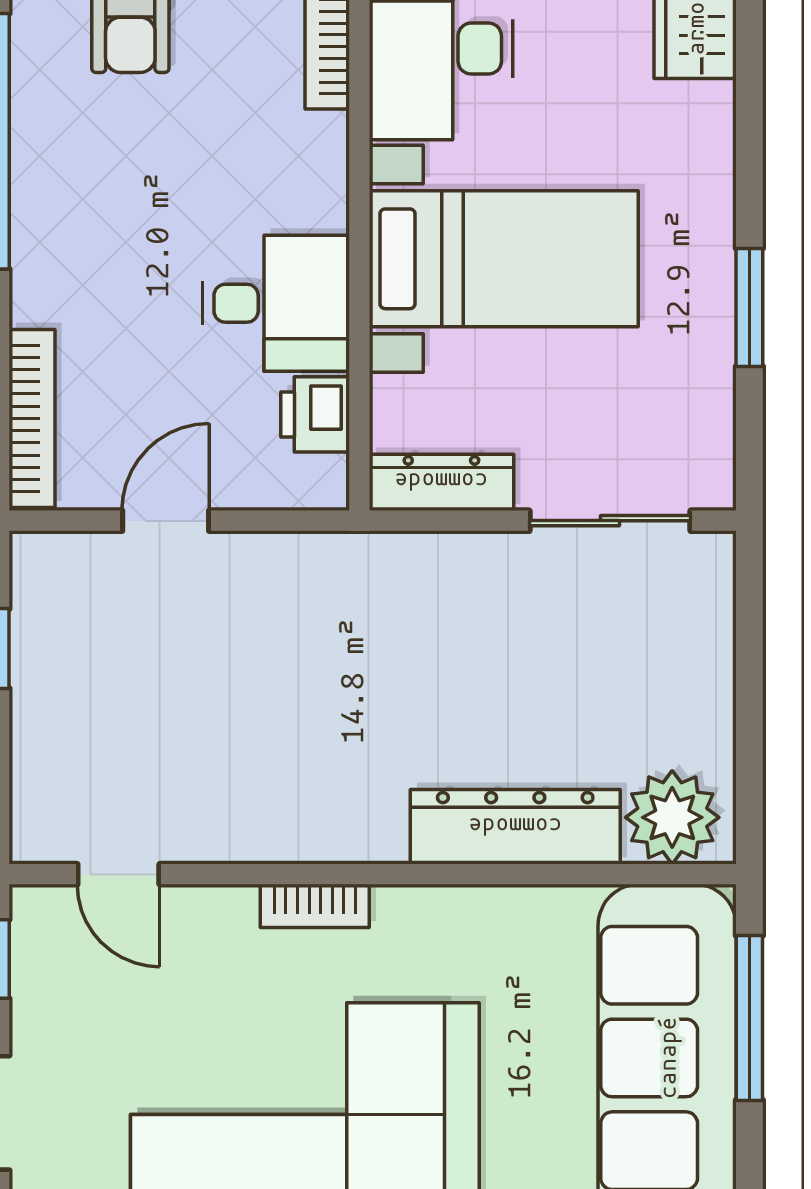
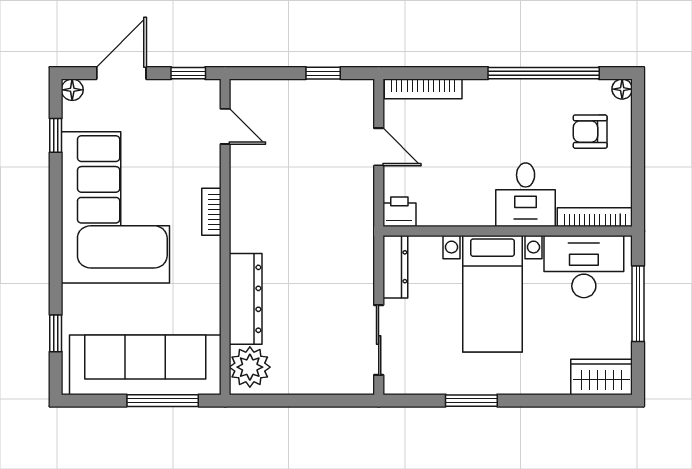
desk: (276, 303) -> (526, 195), moved
printer: (315, 414) -> (399, 212), moved
door: (118, 874) -> (225, 126), swing flipped

